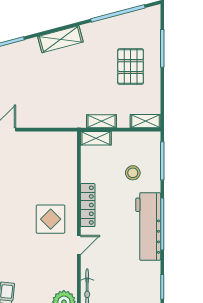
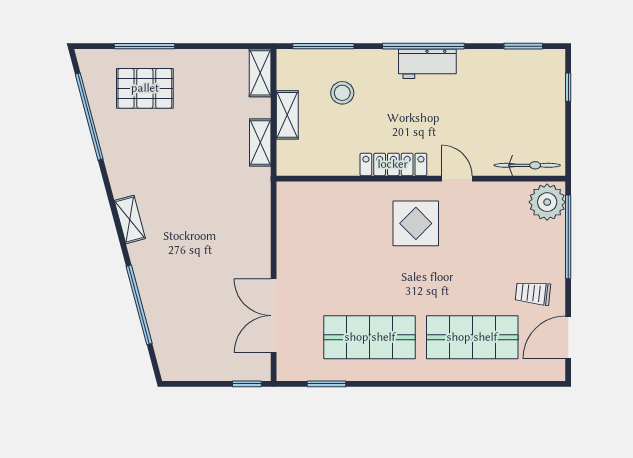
shelving: (60, 39) -> (130, 219), width x0.67, depth x0.75
pallet: (131, 67) -> (145, 88), moved
shelving: (96, 138) -> (287, 115), moved
workbench: (148, 226) -> (427, 64), width x0.53, depth x0.76

